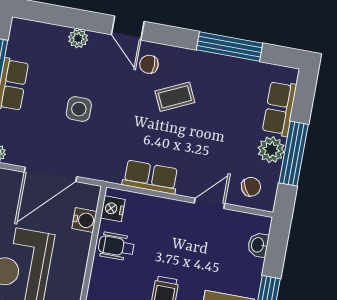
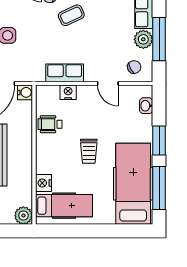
door: (209, 203) -> (108, 83), swing flipped
nightstand: (113, 209) -> (68, 92), moved, turned 90
water cooler: (84, 220) -> (25, 92), moved

